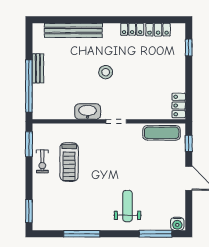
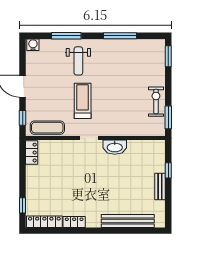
locker: (158, 30) -> (44, 222), width x1.53
stool: (106, 72) -> (98, 183), removed
window: (29, 86) -> (168, 170), width x0.32
exercise bike: (42, 161) -> (156, 102), width x1.38, depth x1.39
treadmill: (69, 162) -> (83, 101), moved
window: (156, 234) -> (66, 36), moved

